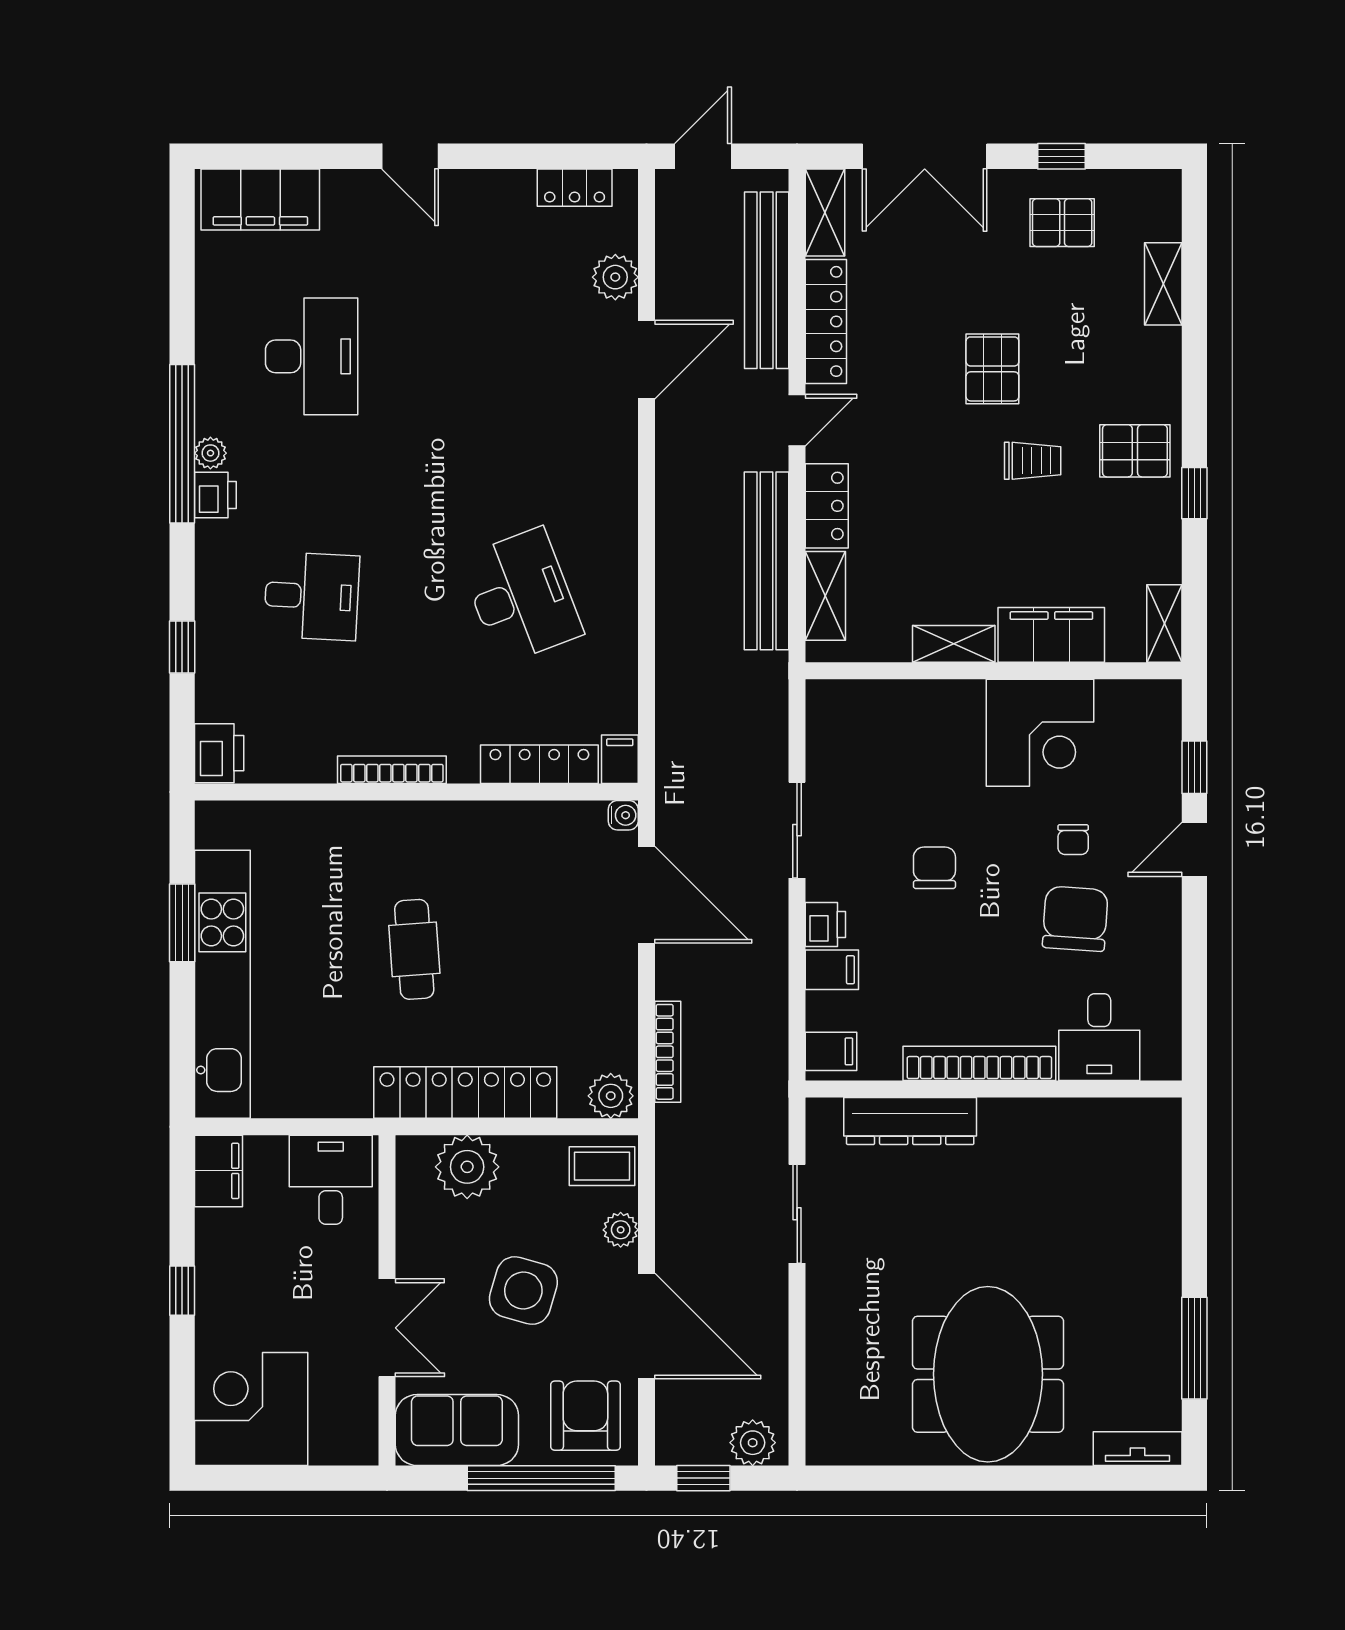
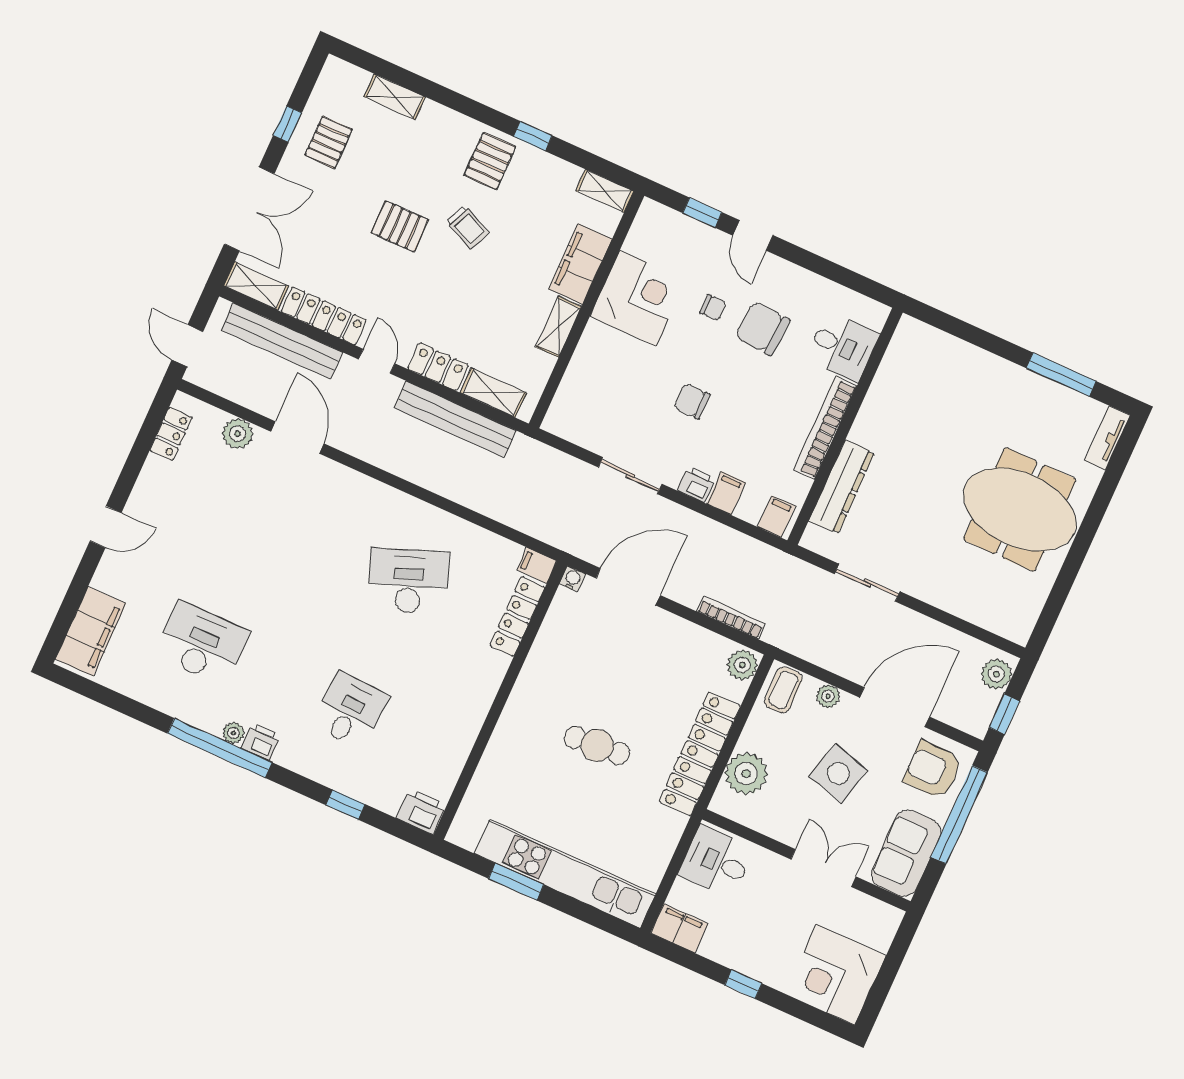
trolley: (1033, 461) -> (468, 227), turned 113
bookcase: (392, 770) -> (480, 709), removed

